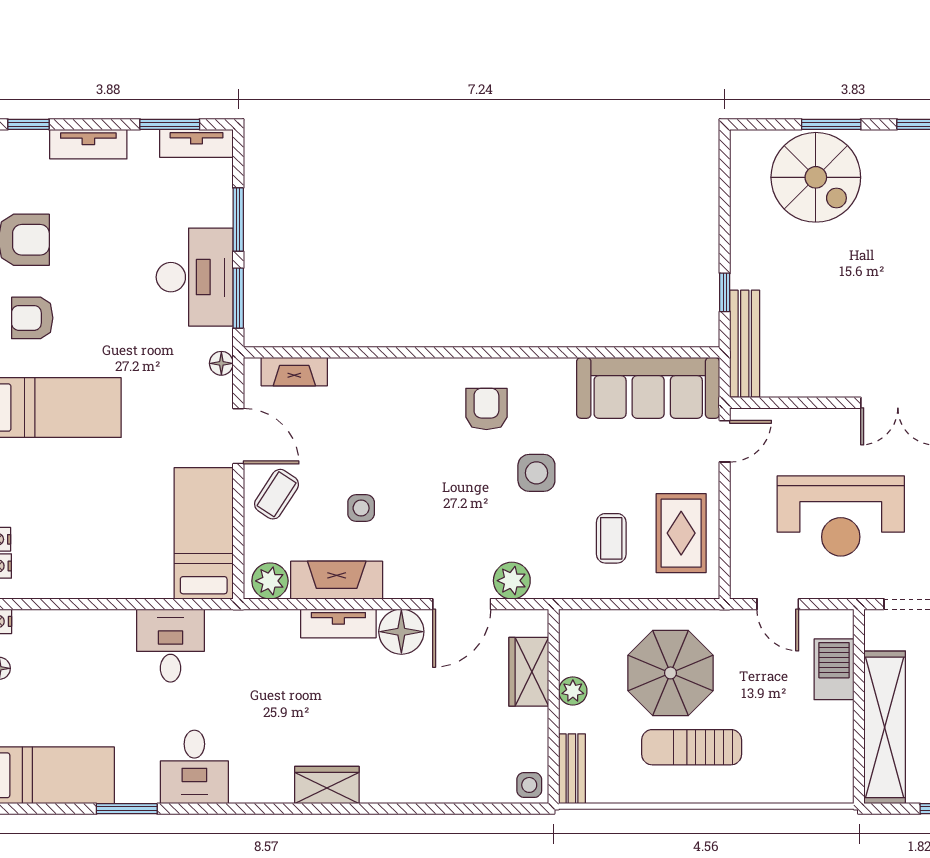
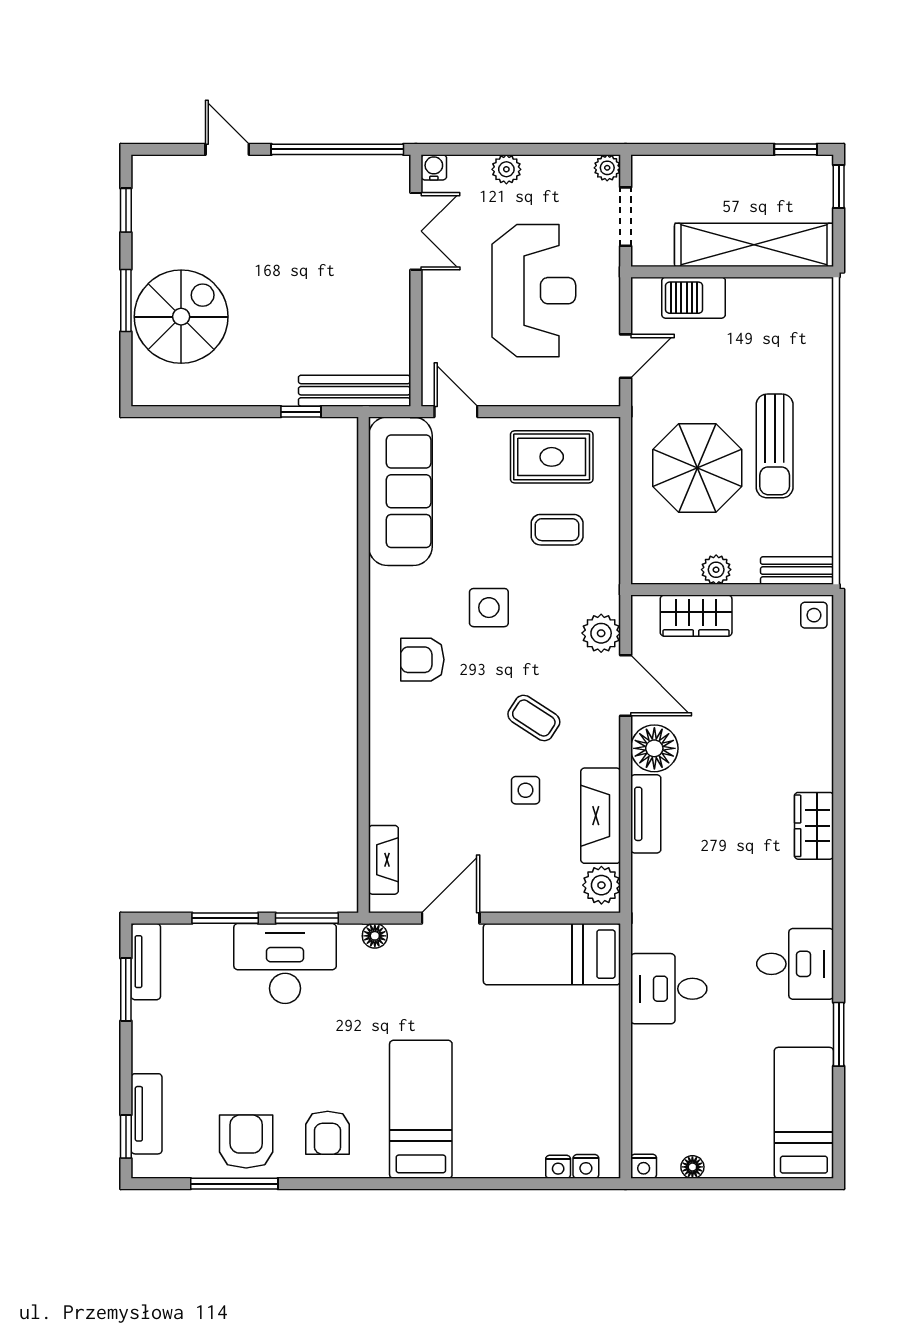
tv unit: (88, 144) -> (147, 1114), moved
coffee table: (277, 494) -> (534, 718), moved

